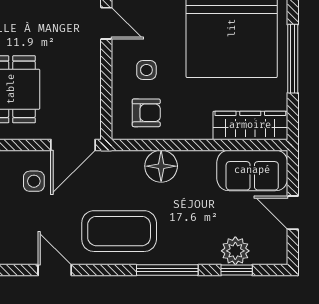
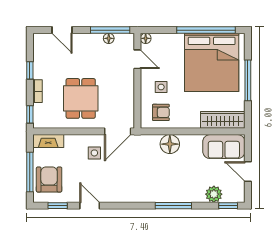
coffee table: (119, 231) -> (145, 183), removed
door: (55, 270) -> (90, 206), moved
window: (237, 270) -> (228, 206), moved

